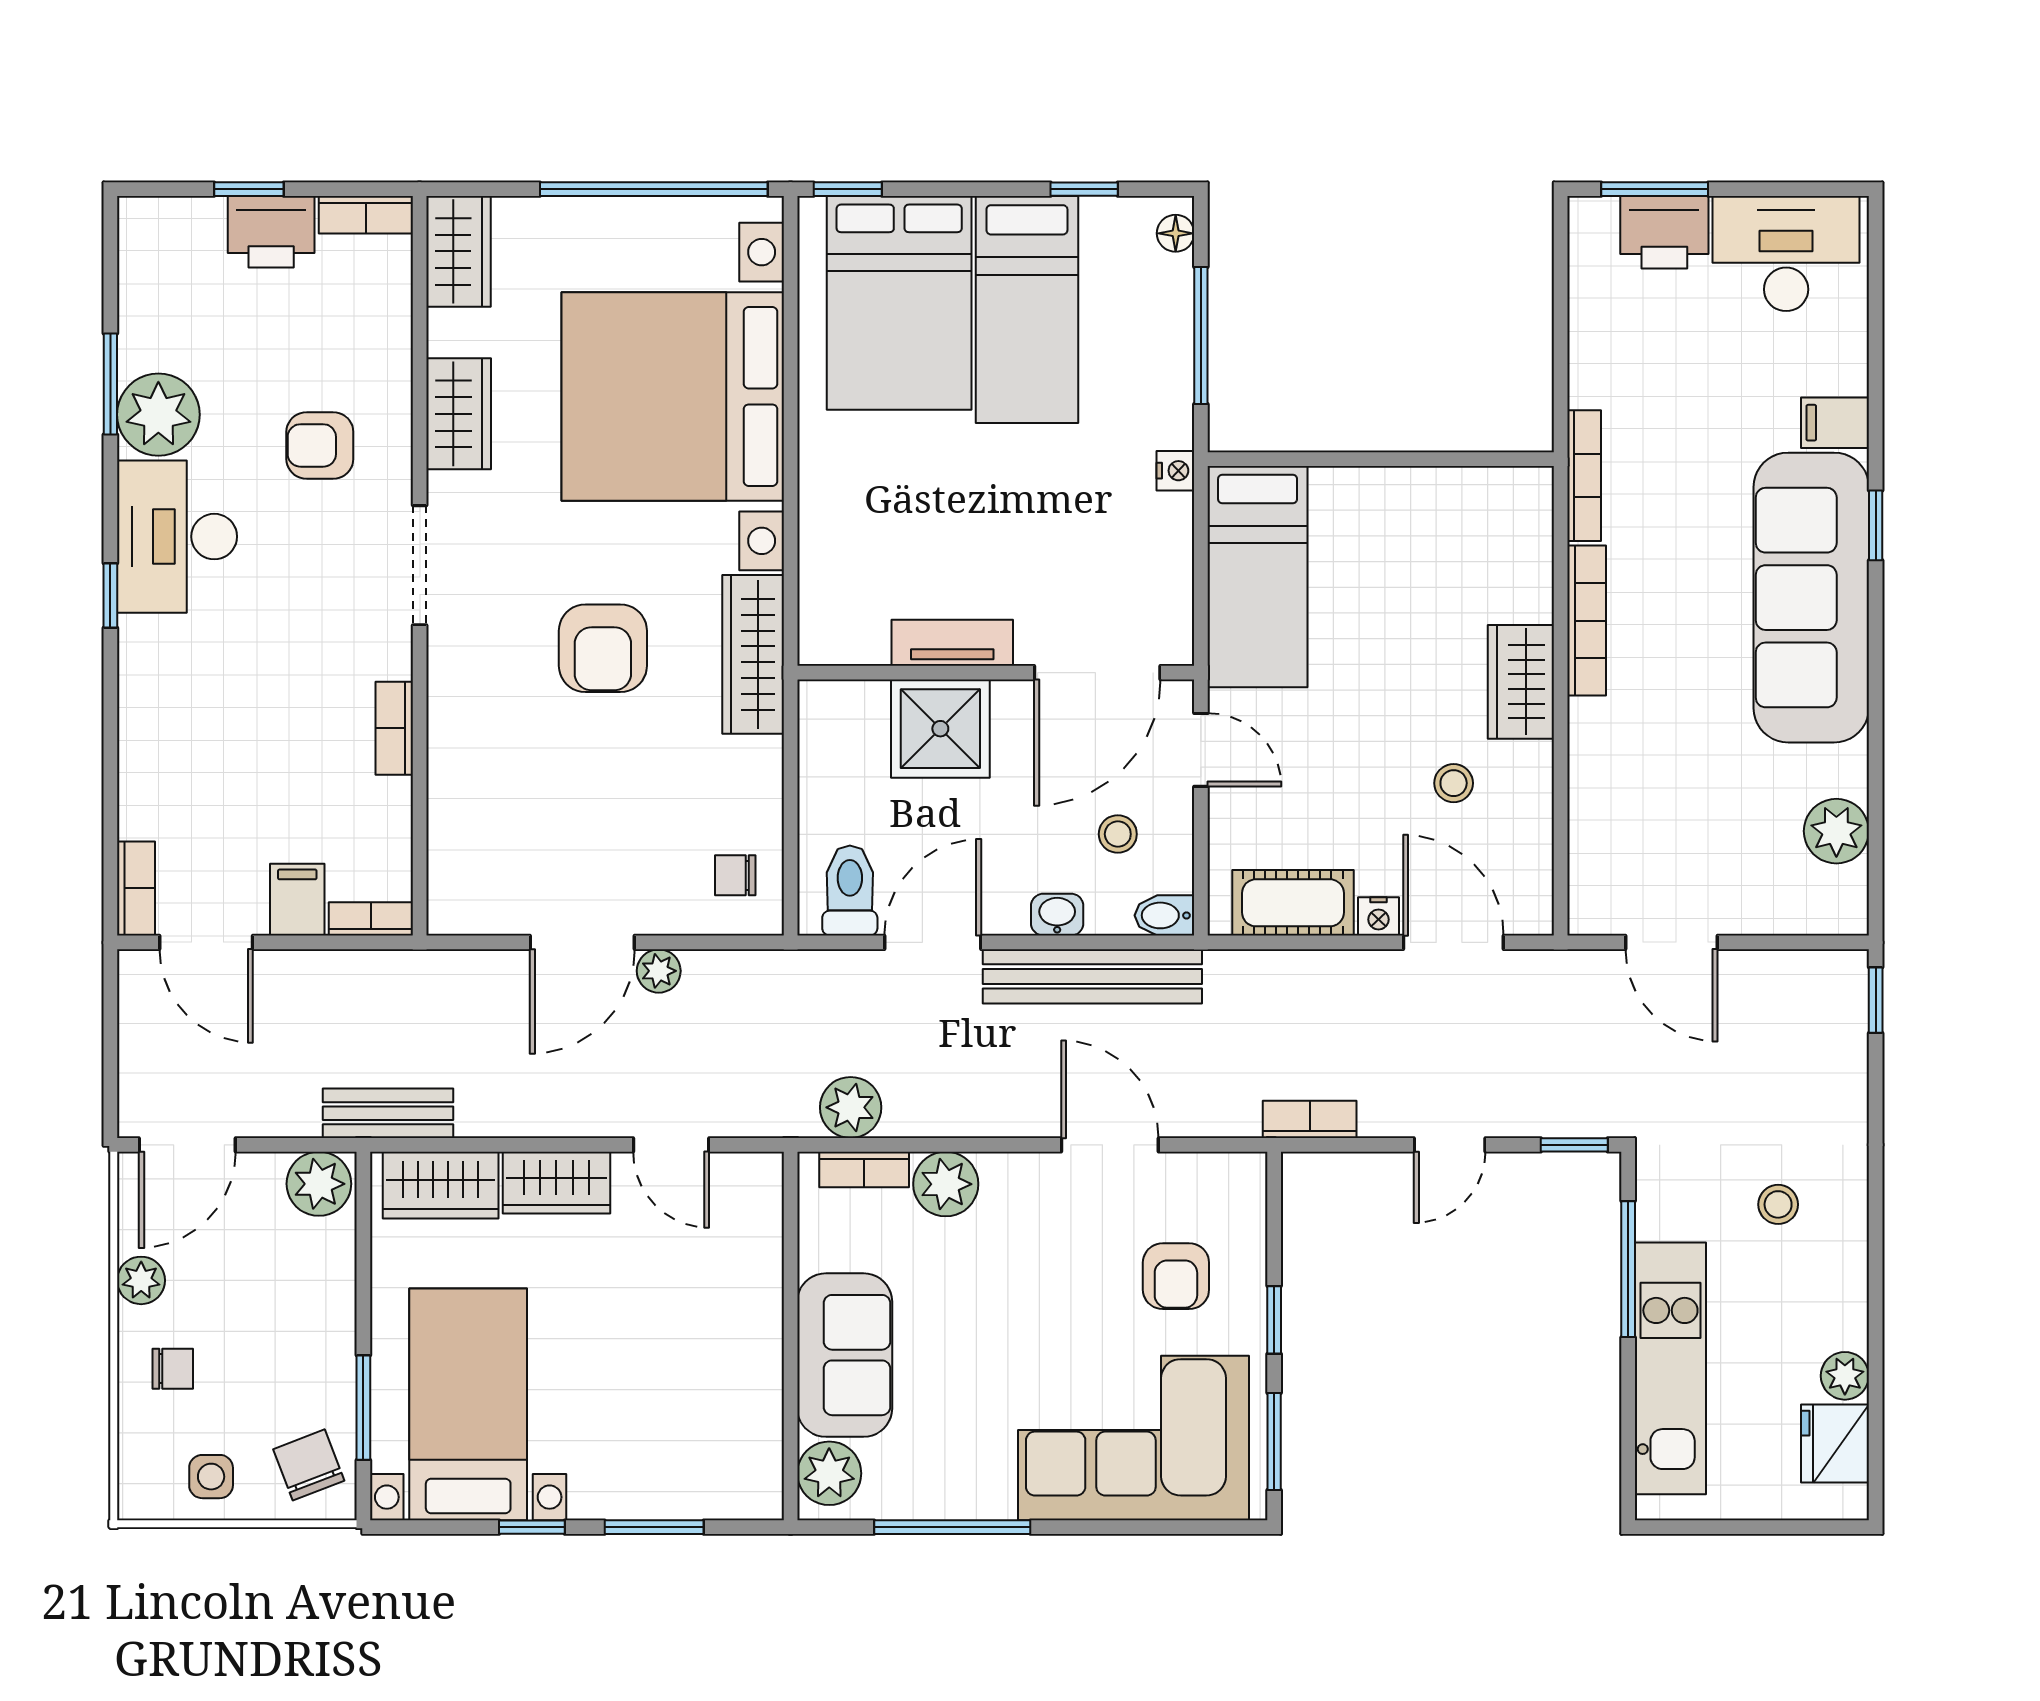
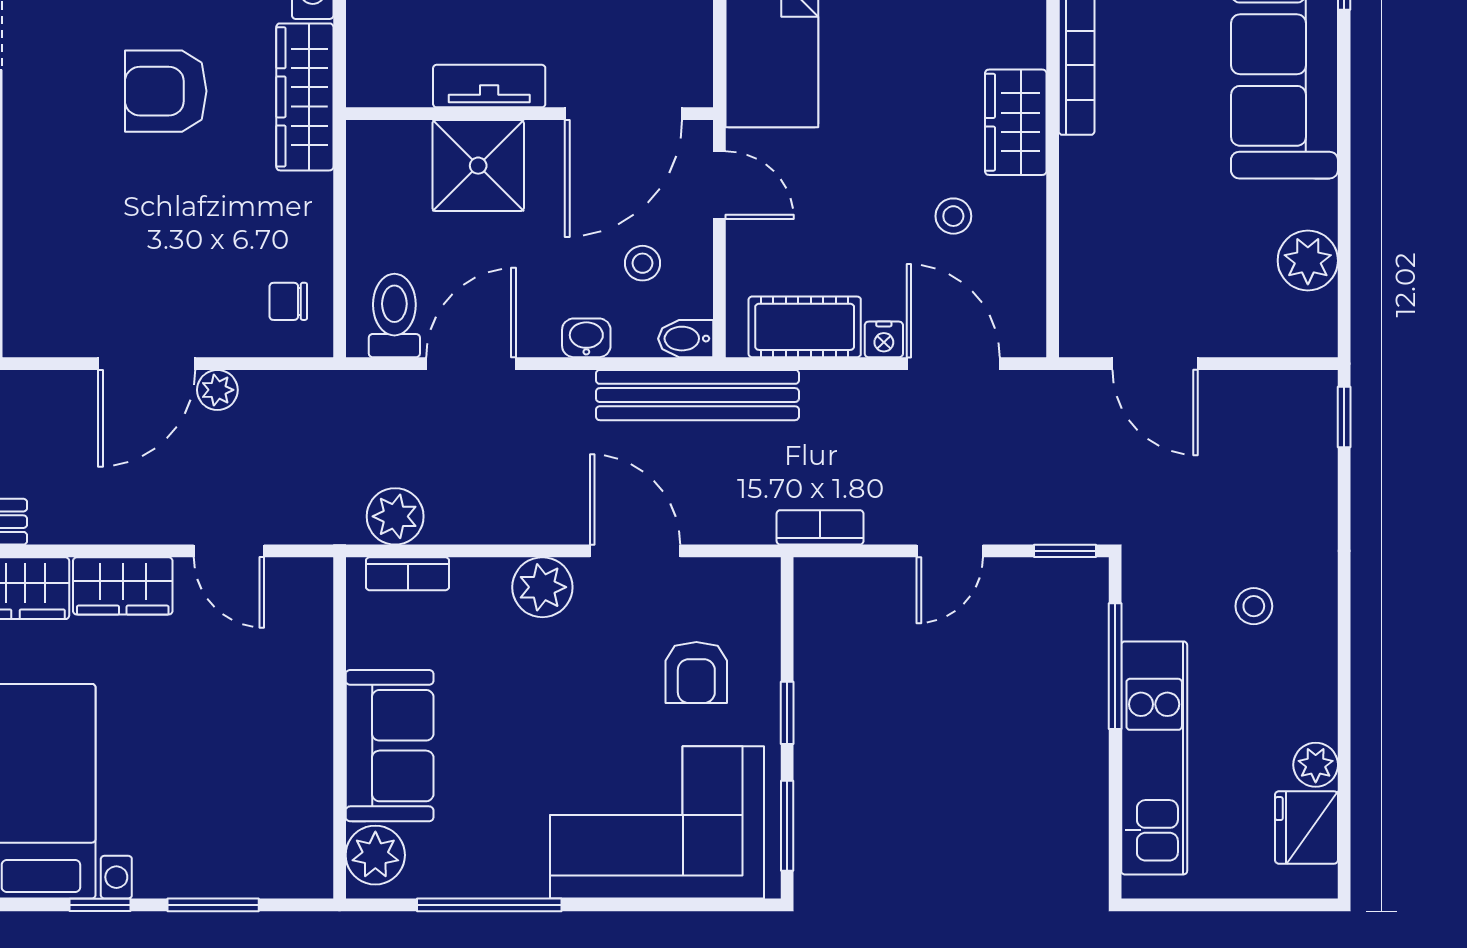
armchair: (603, 648) -> (166, 91), turned 90
bench: (1092, 976) -> (697, 395), moved
plant: (946, 1184) -> (542, 587), moved

